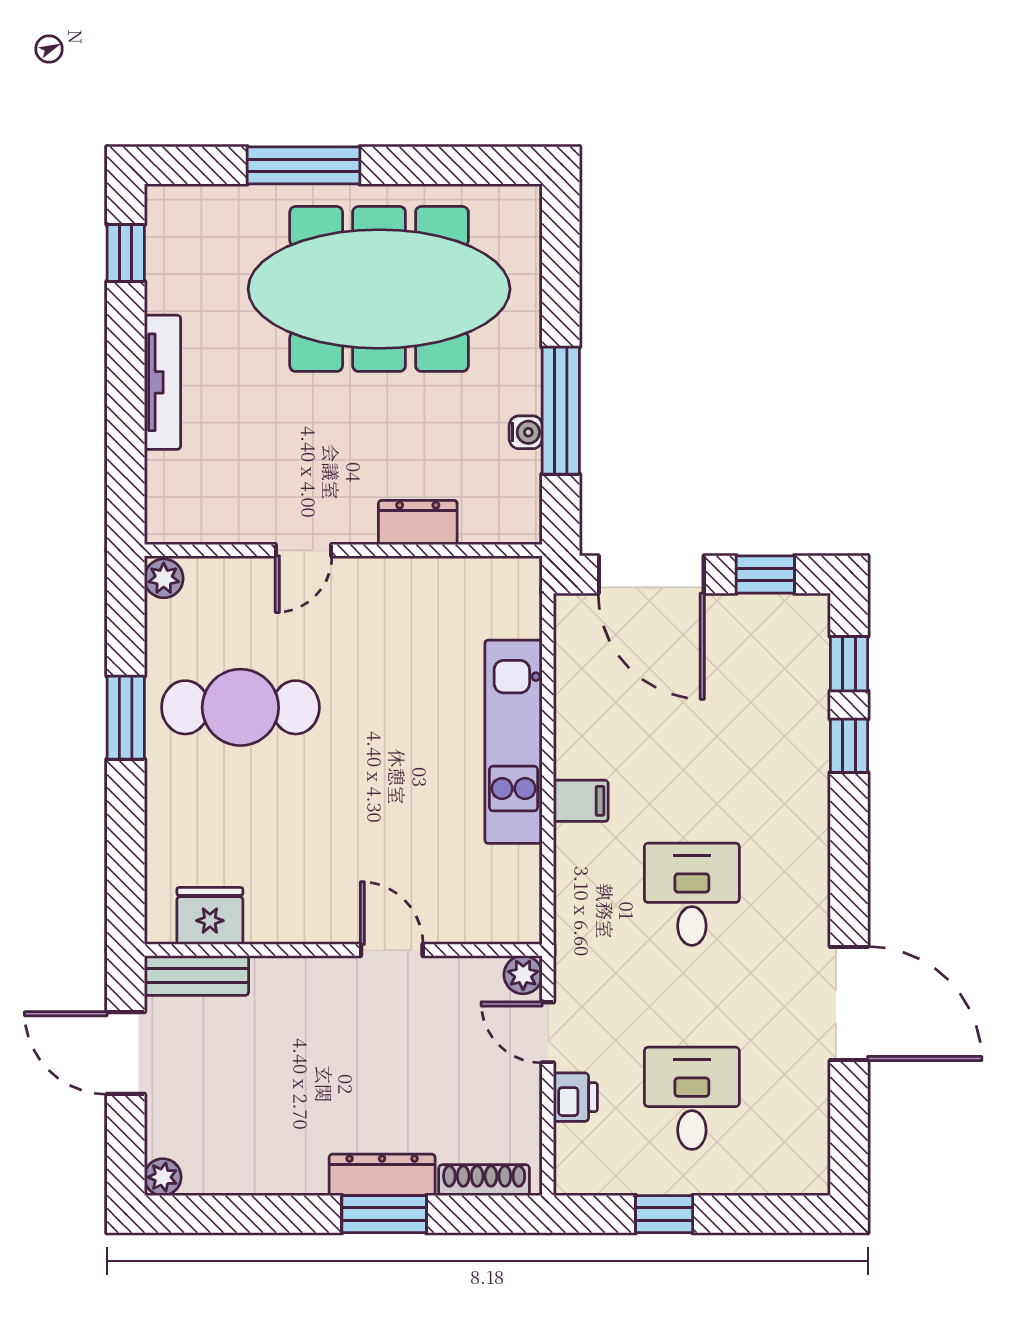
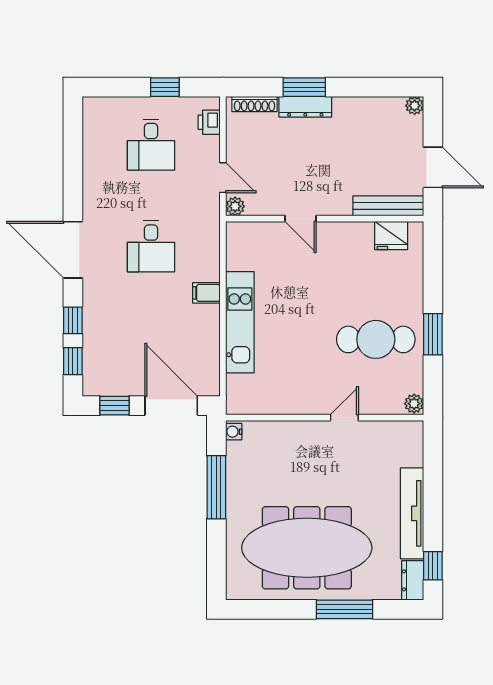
tv unit: (162, 382) -> (412, 513), width x1.36, depth x1.29
water cooler: (526, 432) -> (234, 432), moved
dresser: (418, 522) -> (413, 580), moved, turned 90
bench: (196, 976) -> (388, 206), width x1.36
door: (849, 1004) -> (73, 250), moved
printer: (575, 1097) -> (209, 122), moved

